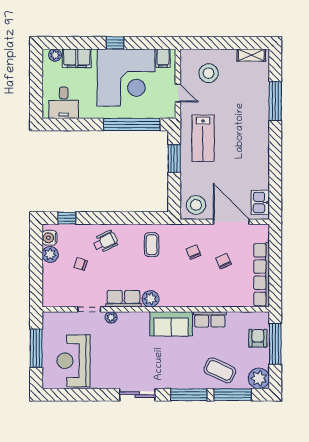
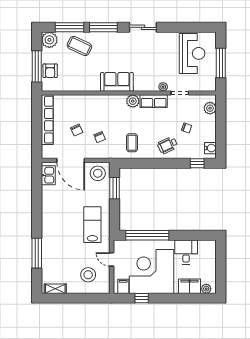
window: (115, 43) -> (142, 298), moved
desk: (64, 103) -> (186, 252), moved
window: (174, 158) -> (115, 188), moved
plant: (50, 254) -> (210, 108), moved
row of seats: (210, 319) -> (87, 85), removed

